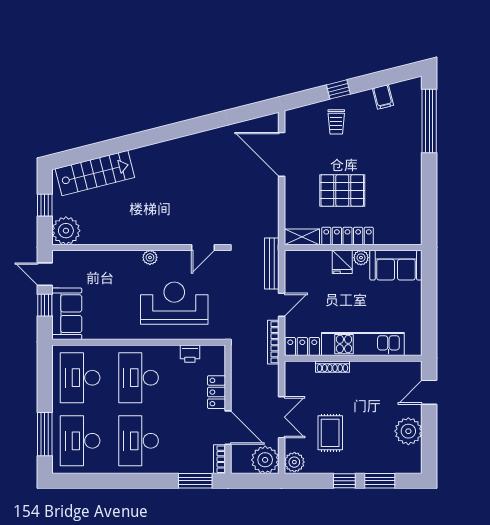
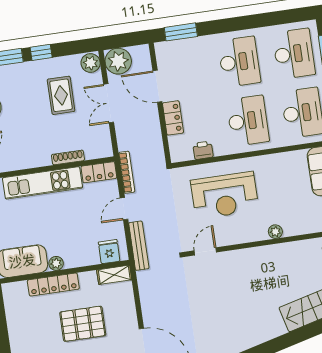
locker: (348, 236) -> (53, 285), moved
plant: (150, 257) -> (275, 232), moved
fridge: (342, 262) -> (109, 252), moved
bookcase: (220, 459) -> (161, 56), removed

